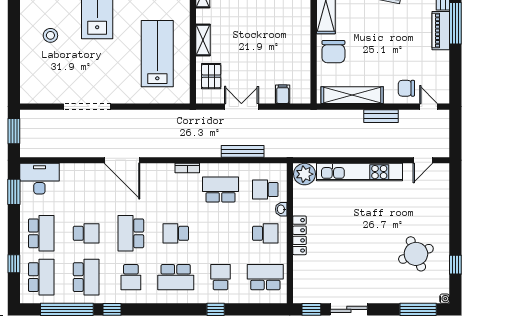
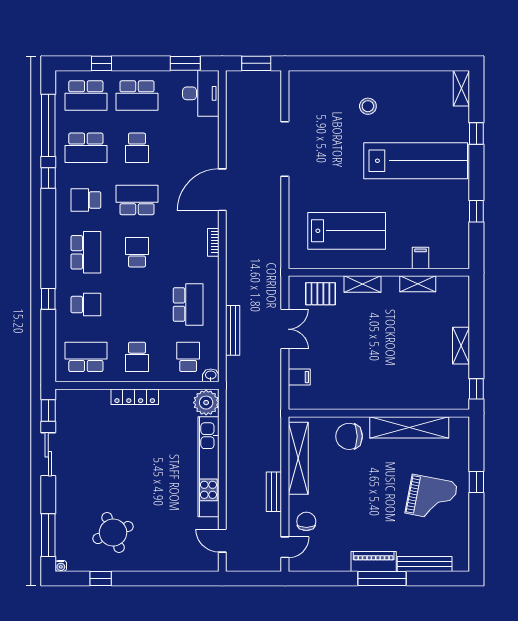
bookcase: (187, 168) -> (213, 242), moved
washbasin: (281, 209) -> (211, 375), moved
school desk: (176, 277) -> (86, 252), turned 180
school desk: (265, 277) -> (86, 357), turned -90

